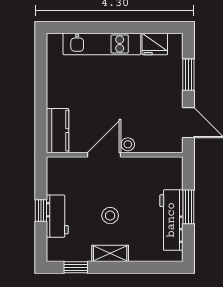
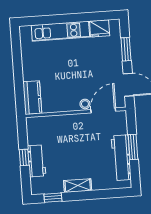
door: (104, 155) -> (103, 110), moved
stool: (110, 216) -> (76, 158), removed

